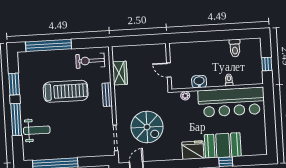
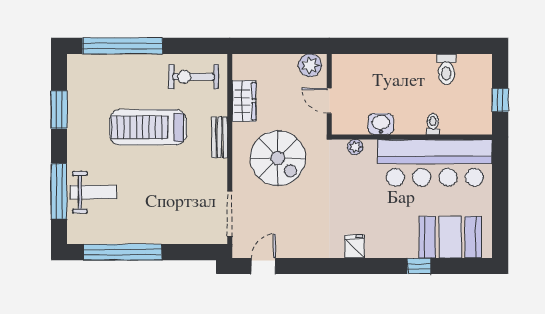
plant: (157, 50) -> (310, 65), added
treadmill: (66, 91) -> (148, 127), turned 180
window: (16, 119) -> (59, 191), moved
spiral stairs: (147, 127) -> (278, 158), moved
booth: (223, 145) -> (450, 237), moved
fridge: (193, 150) -> (355, 246), width x0.53, depth x0.75

